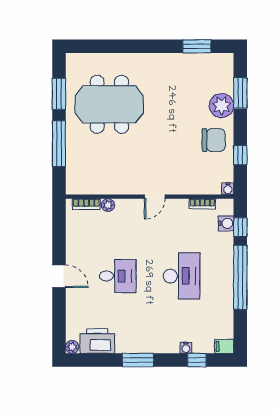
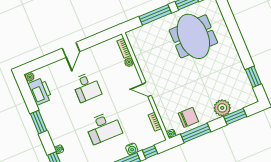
chair: (214, 140) -> (188, 117), moved, turned -90
window: (240, 155) -> (196, 133), width x2.17
water cooler: (226, 223) -> (132, 149), moved

